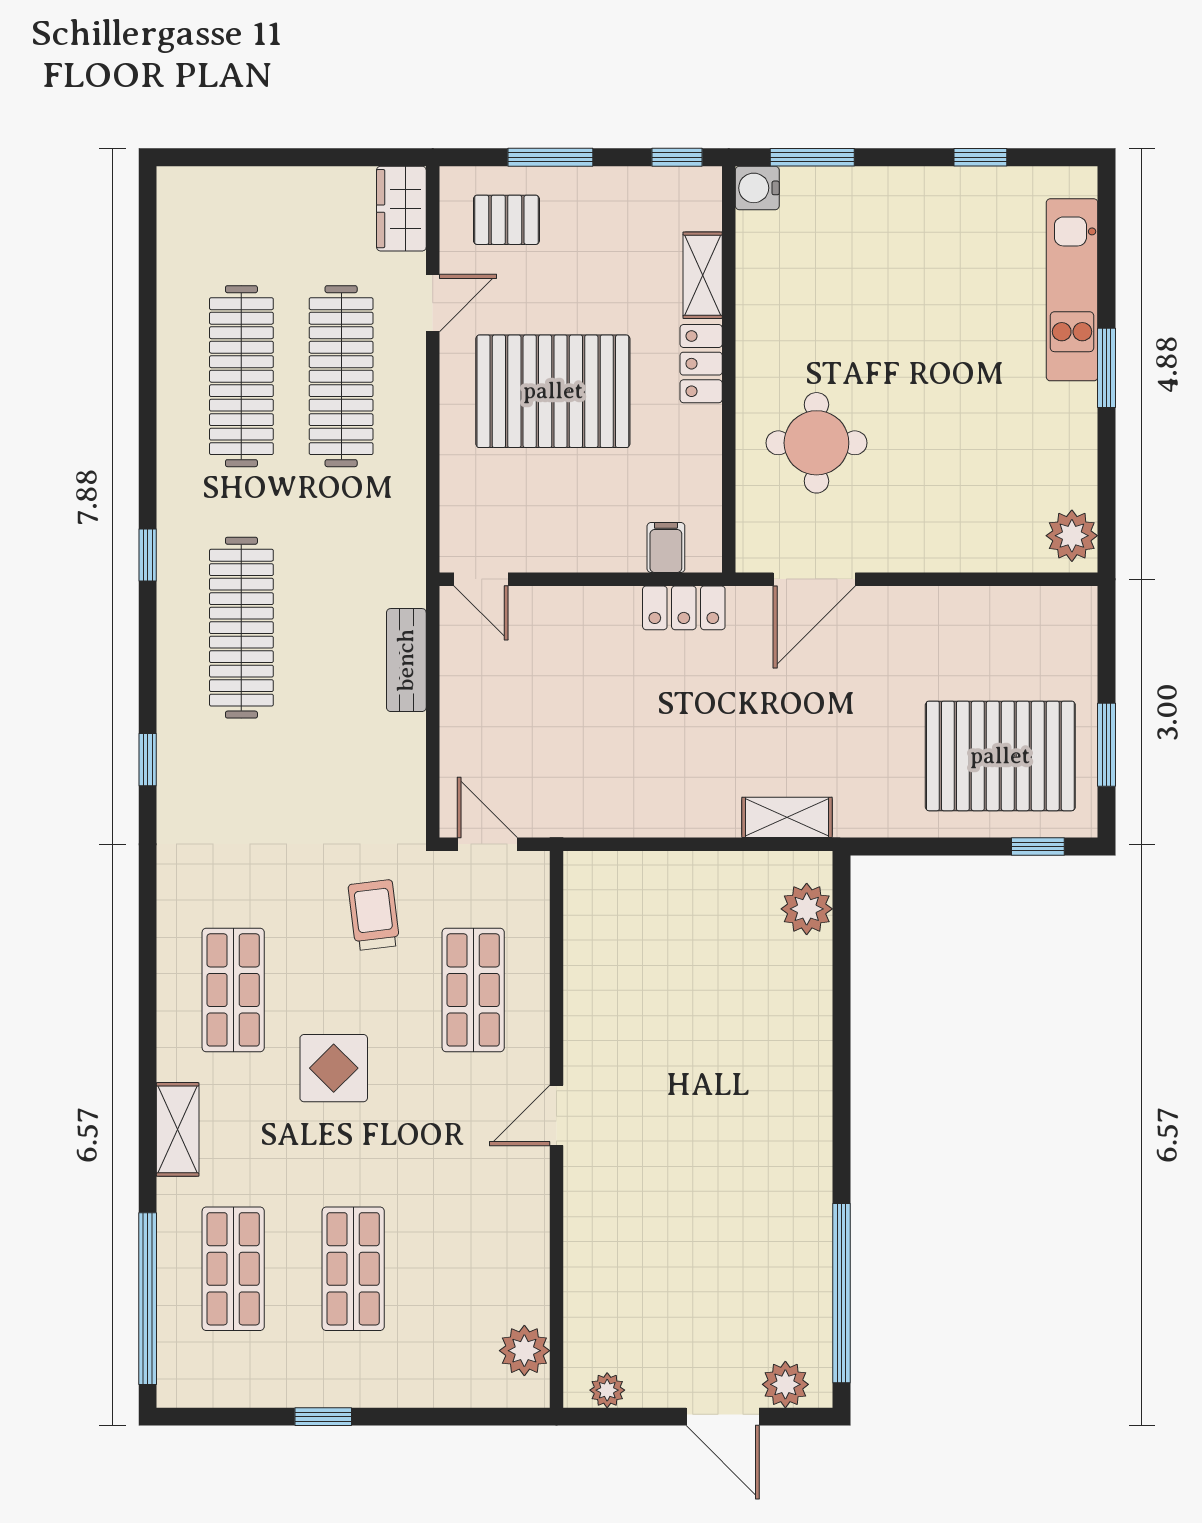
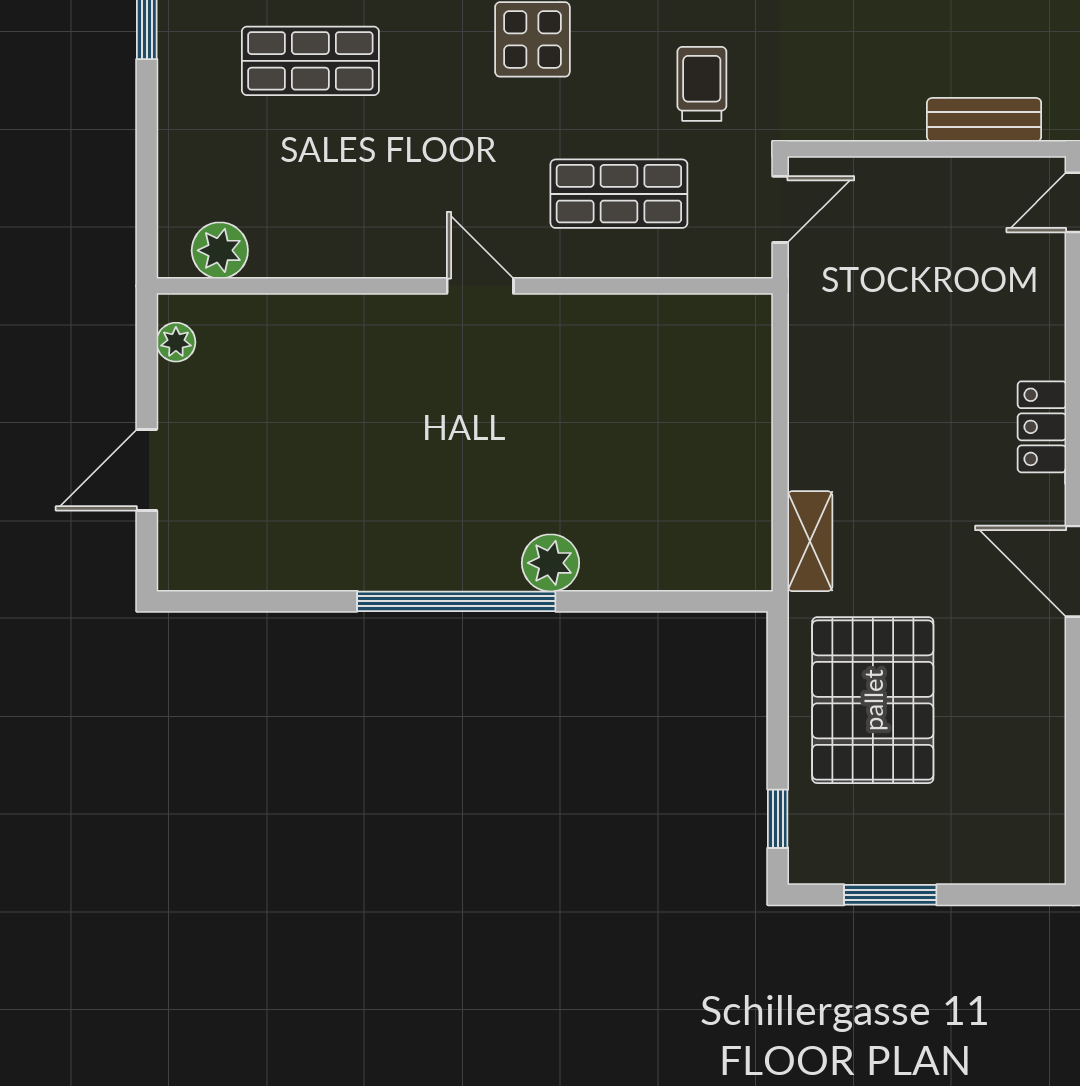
pallet: (1000, 756) -> (873, 700), moved
plant: (807, 909) -> (551, 563), moved
trolley: (374, 915) -> (702, 84), turned -83
window: (841, 1293) -> (456, 601), moved
plant: (785, 1384) -> (182, 539), removed

